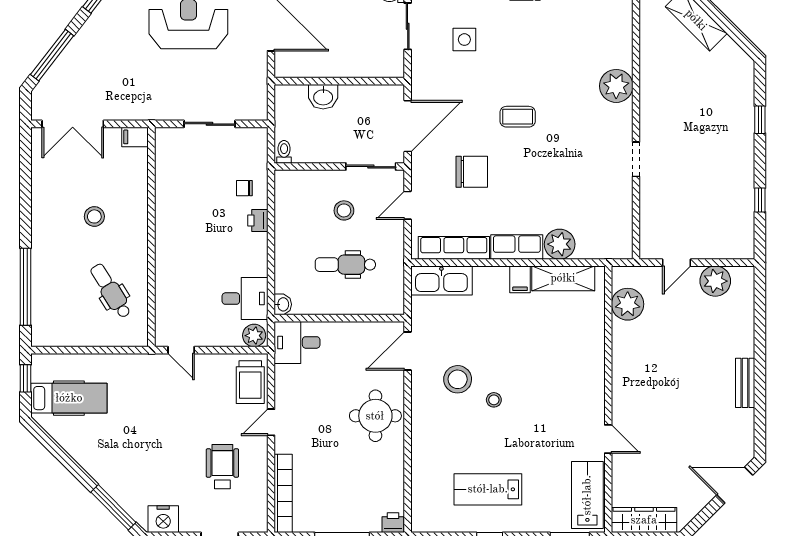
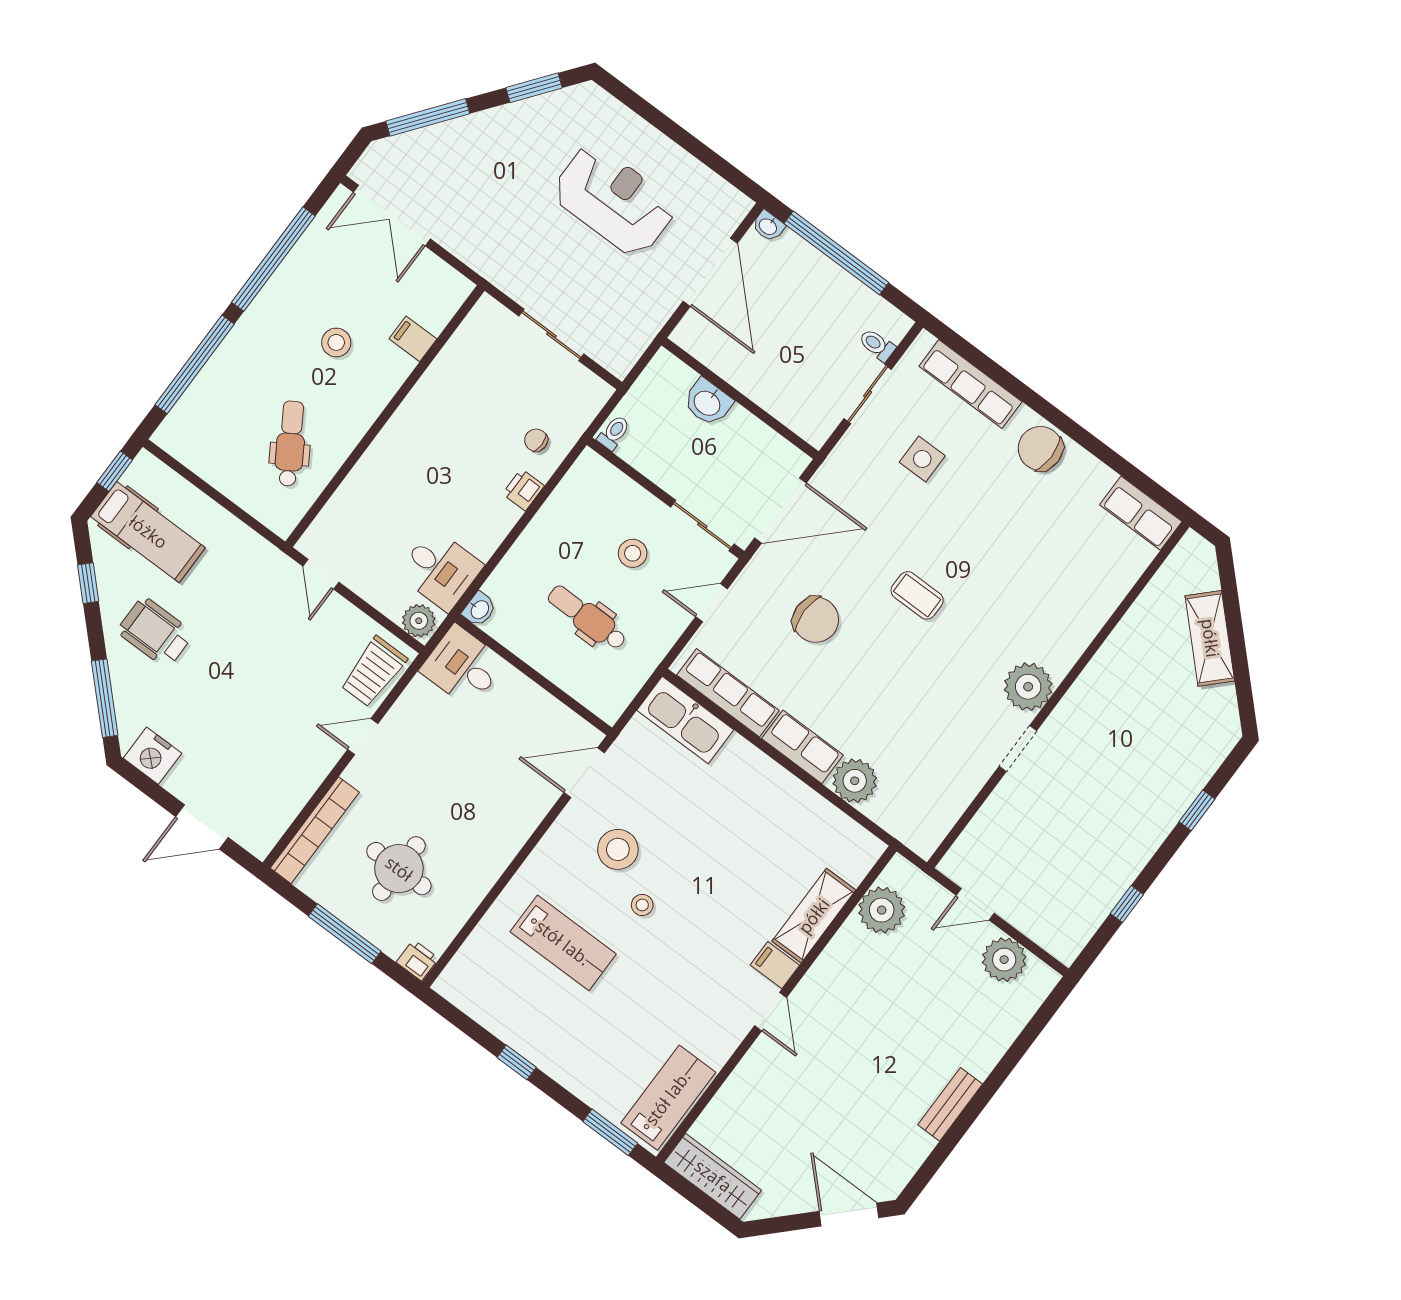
plant: (616, 86) -> (1028, 687), moved
filing cabinet: (135, 137) -> (413, 339), moved
window: (25, 196) -> (273, 259), added
shelving: (563, 278) -> (814, 916), moved, turned 90
filing cabinet: (520, 279) -> (775, 965), moved, turned 90
round table: (375, 416) -> (399, 869), moved
door: (608, 439) -> (771, 1012), moved
window: (57, 451) -> (88, 583), added
wheelchair: (222, 467) -> (155, 632), moved, turned -90
lab bench: (488, 489) -> (563, 943), moved, turned 180

